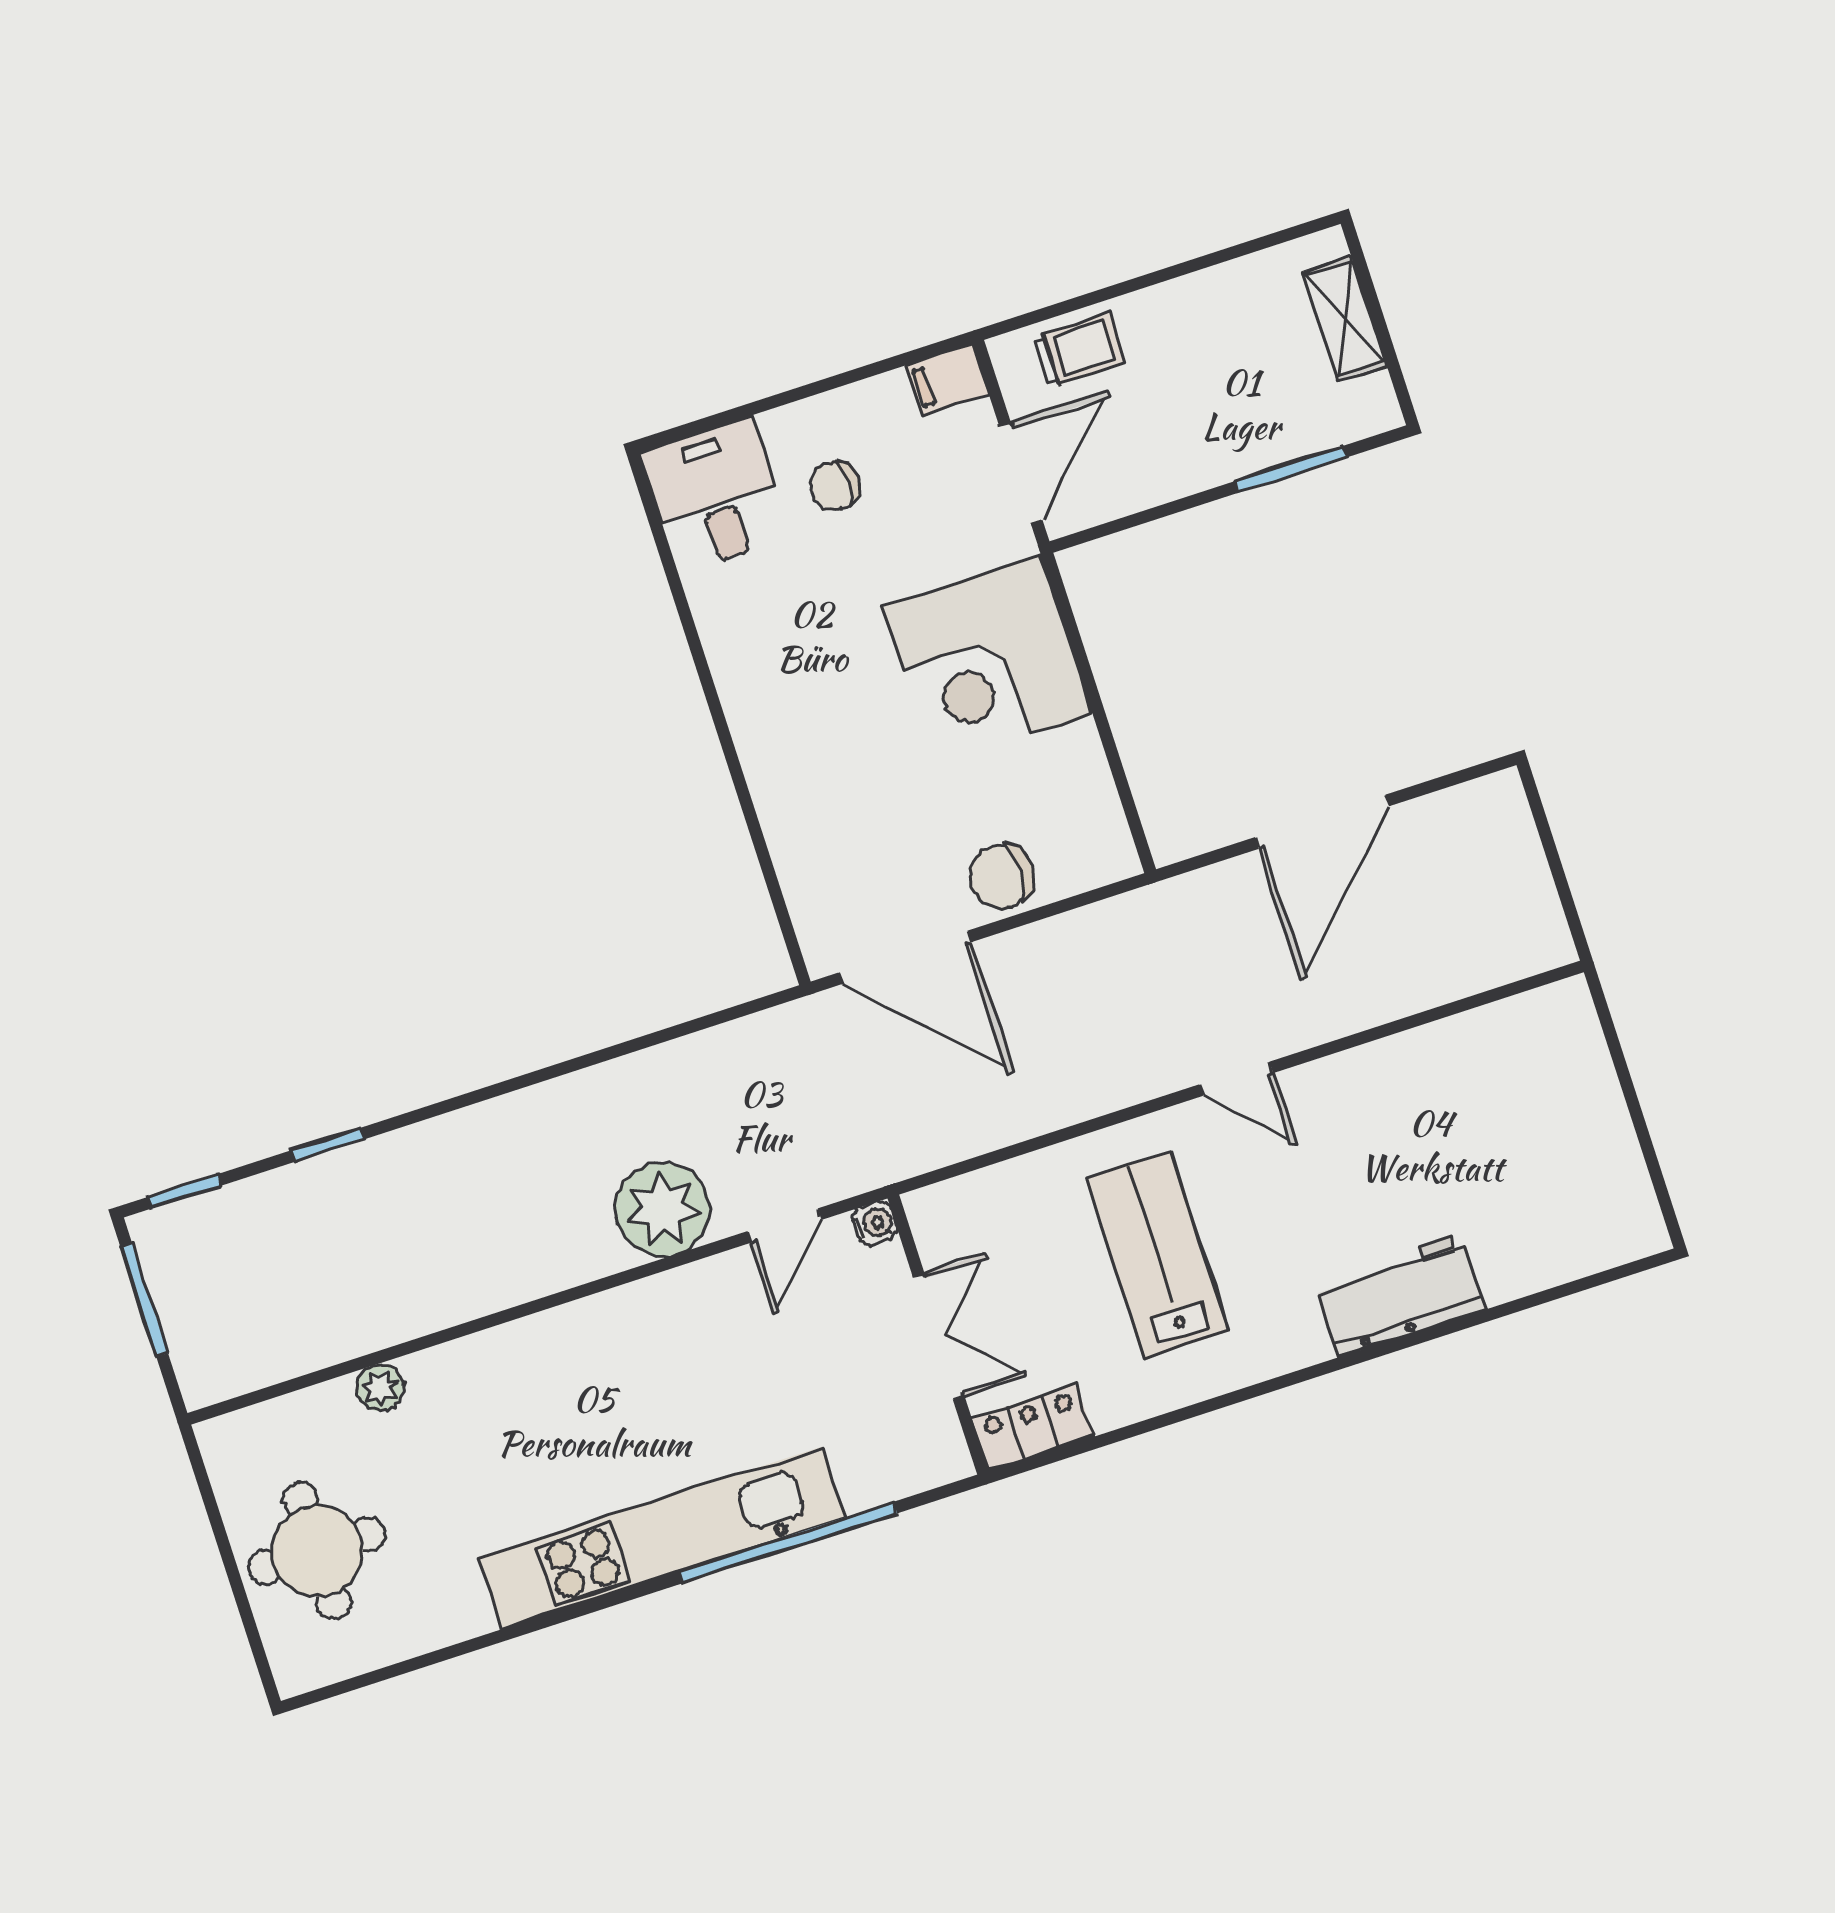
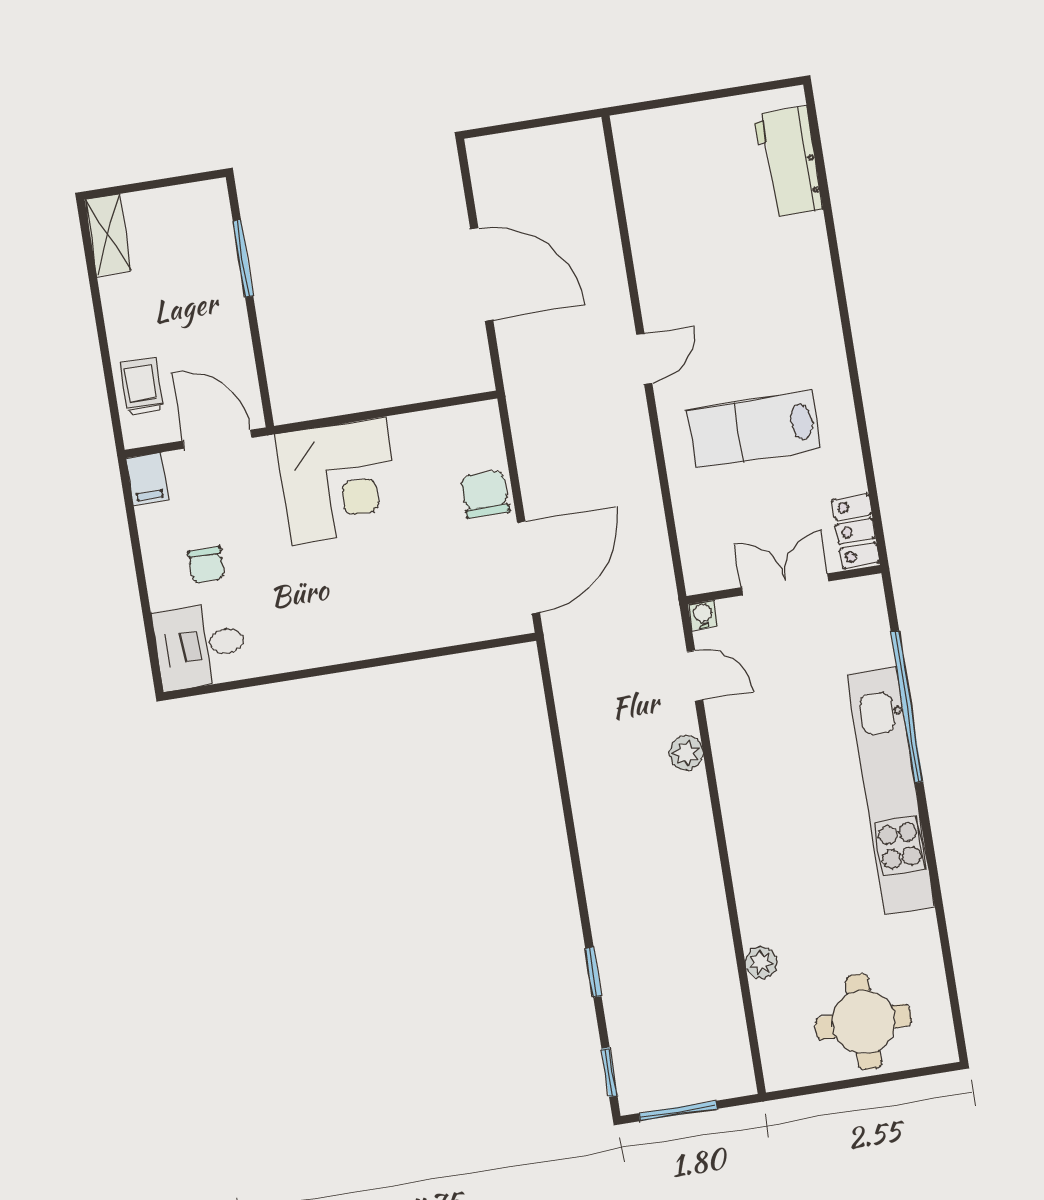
shelving: (1344, 319) -> (108, 235), moved, turned 90
chair: (1002, 877) -> (485, 494), turned 180
plant: (663, 1209) -> (686, 753), width x0.53, depth x0.53
workbench: (1400, 1295) -> (788, 162), moved

